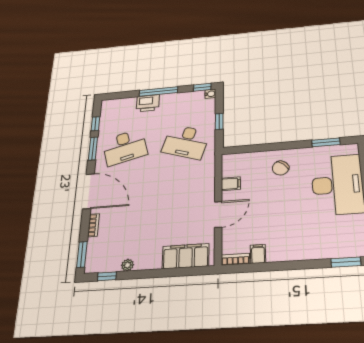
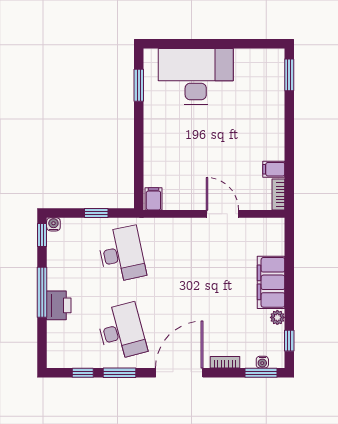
desk: (186, 142) -> (122, 254), turned -30
chair: (281, 168) -> (168, 140), removed
filing cabinet: (231, 184) -> (153, 199), moved
water cooler: (91, 255) -> (262, 362), added
filing cabinet: (186, 256) -> (271, 282), moved

